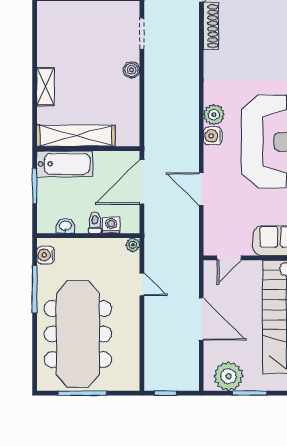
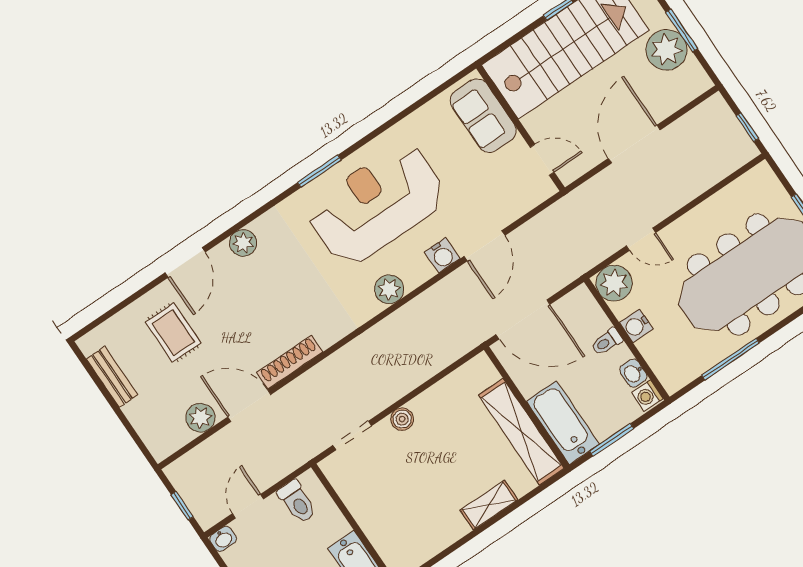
water cooler: (213, 136) -> (442, 255), moved
washing machine: (111, 225) -> (647, 396), moved
plant: (133, 245) -> (614, 283), width x1.87, depth x1.87
water cooler: (46, 255) -> (636, 326), moved, turned 90
door: (142, 285) -> (641, 239), swing flipped
plant: (228, 376) -> (667, 50), moved

